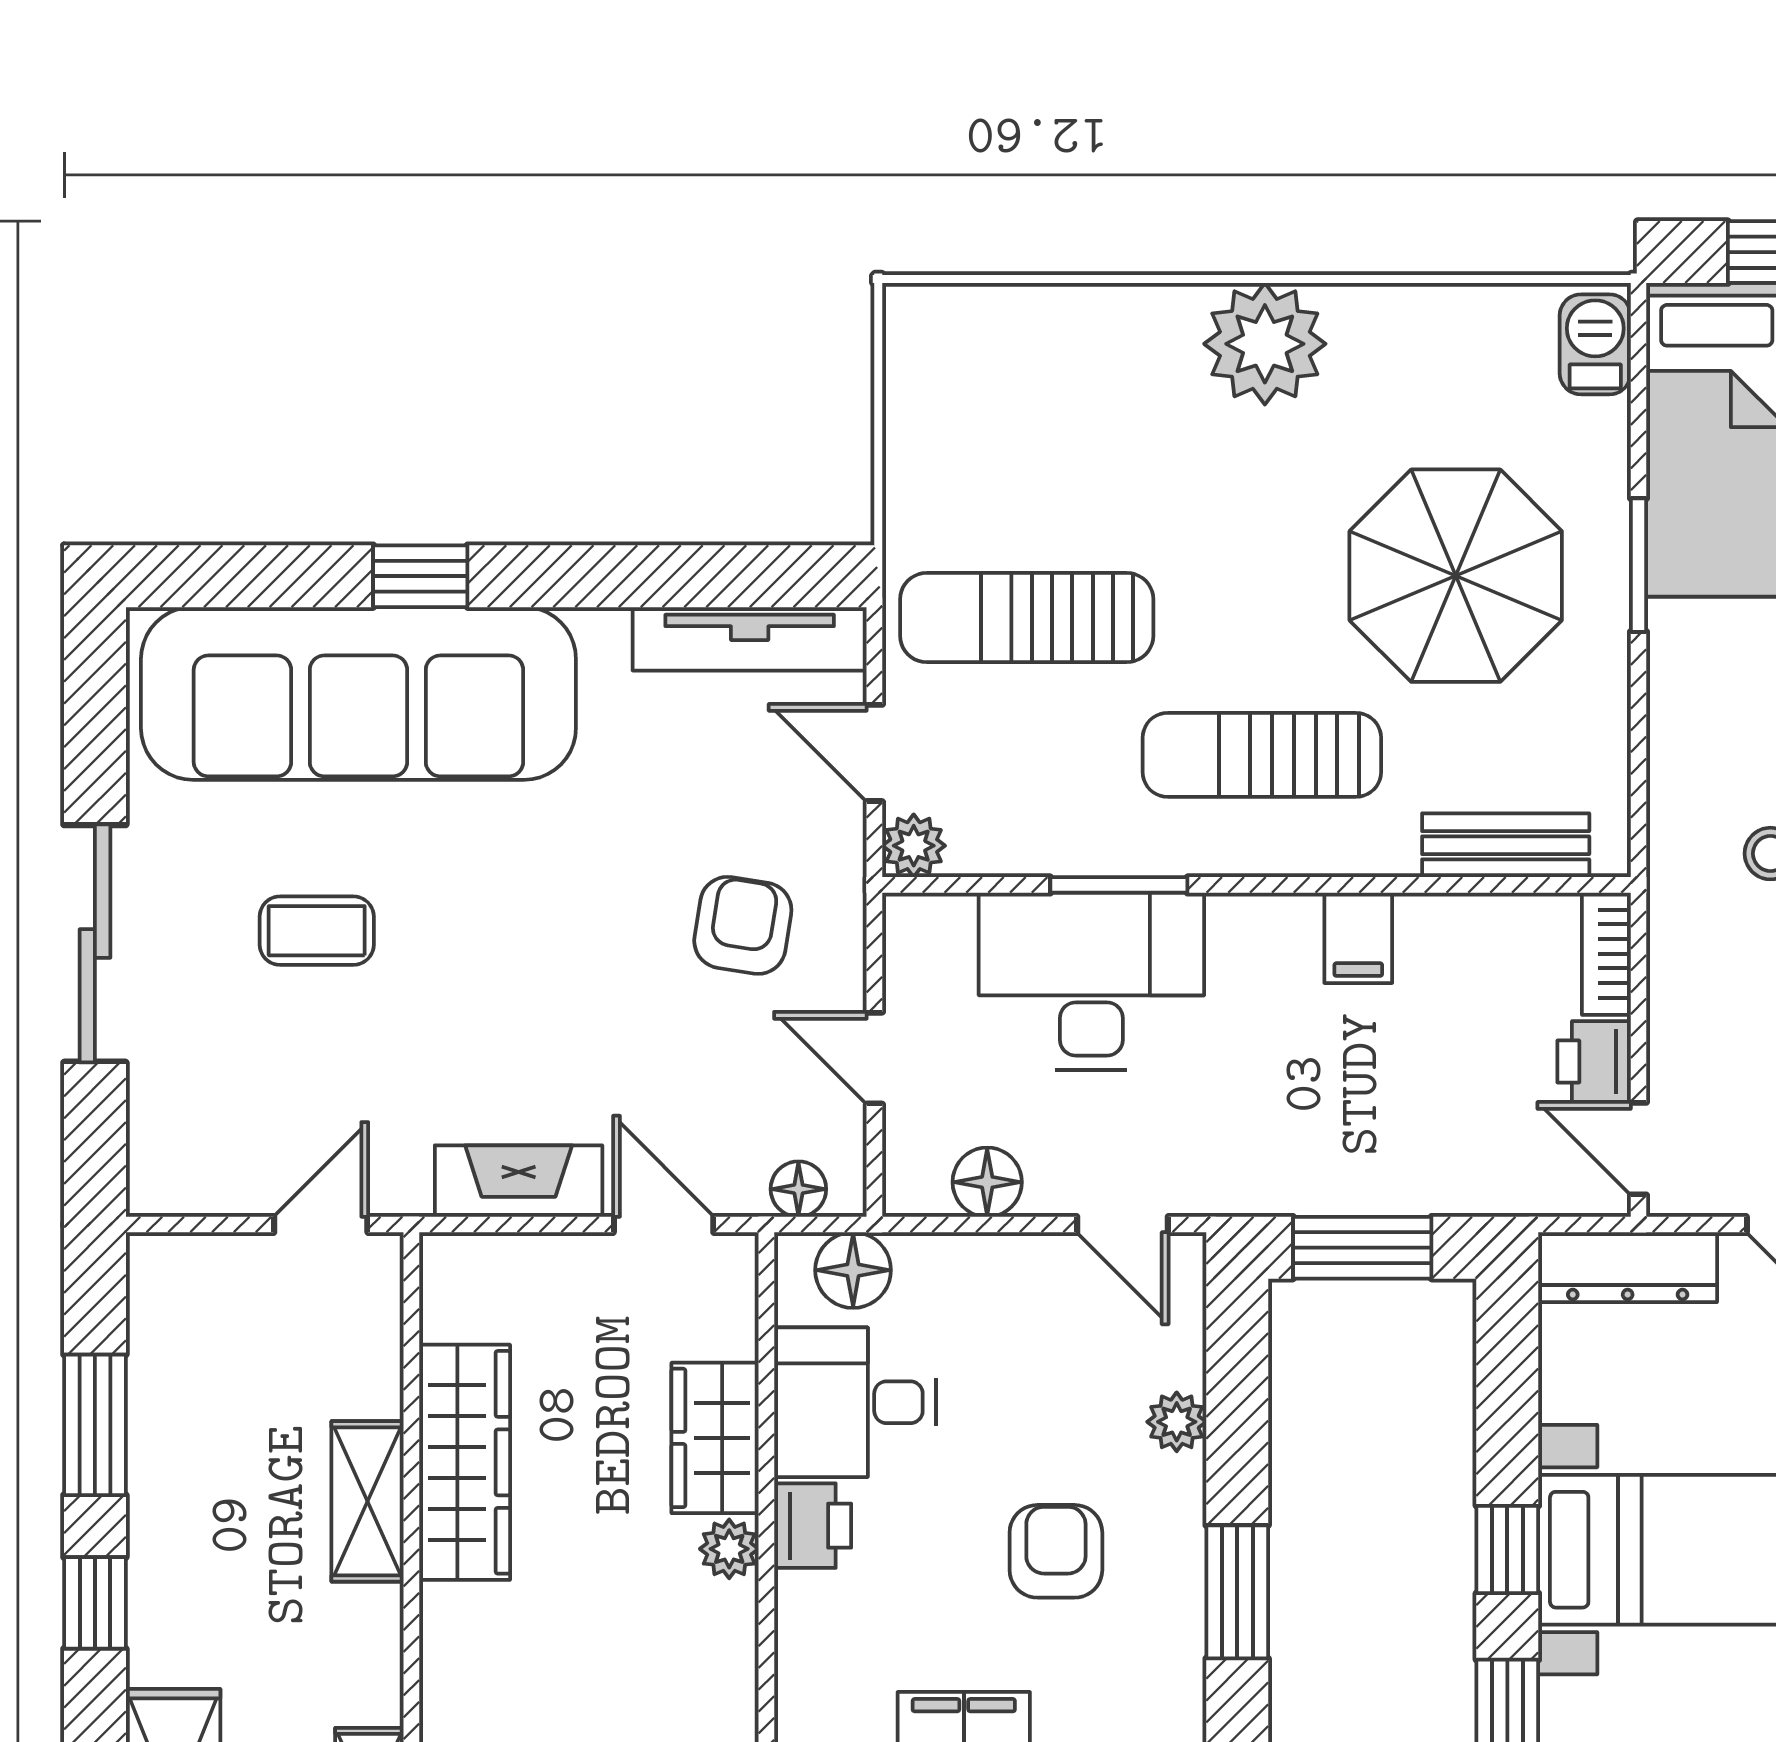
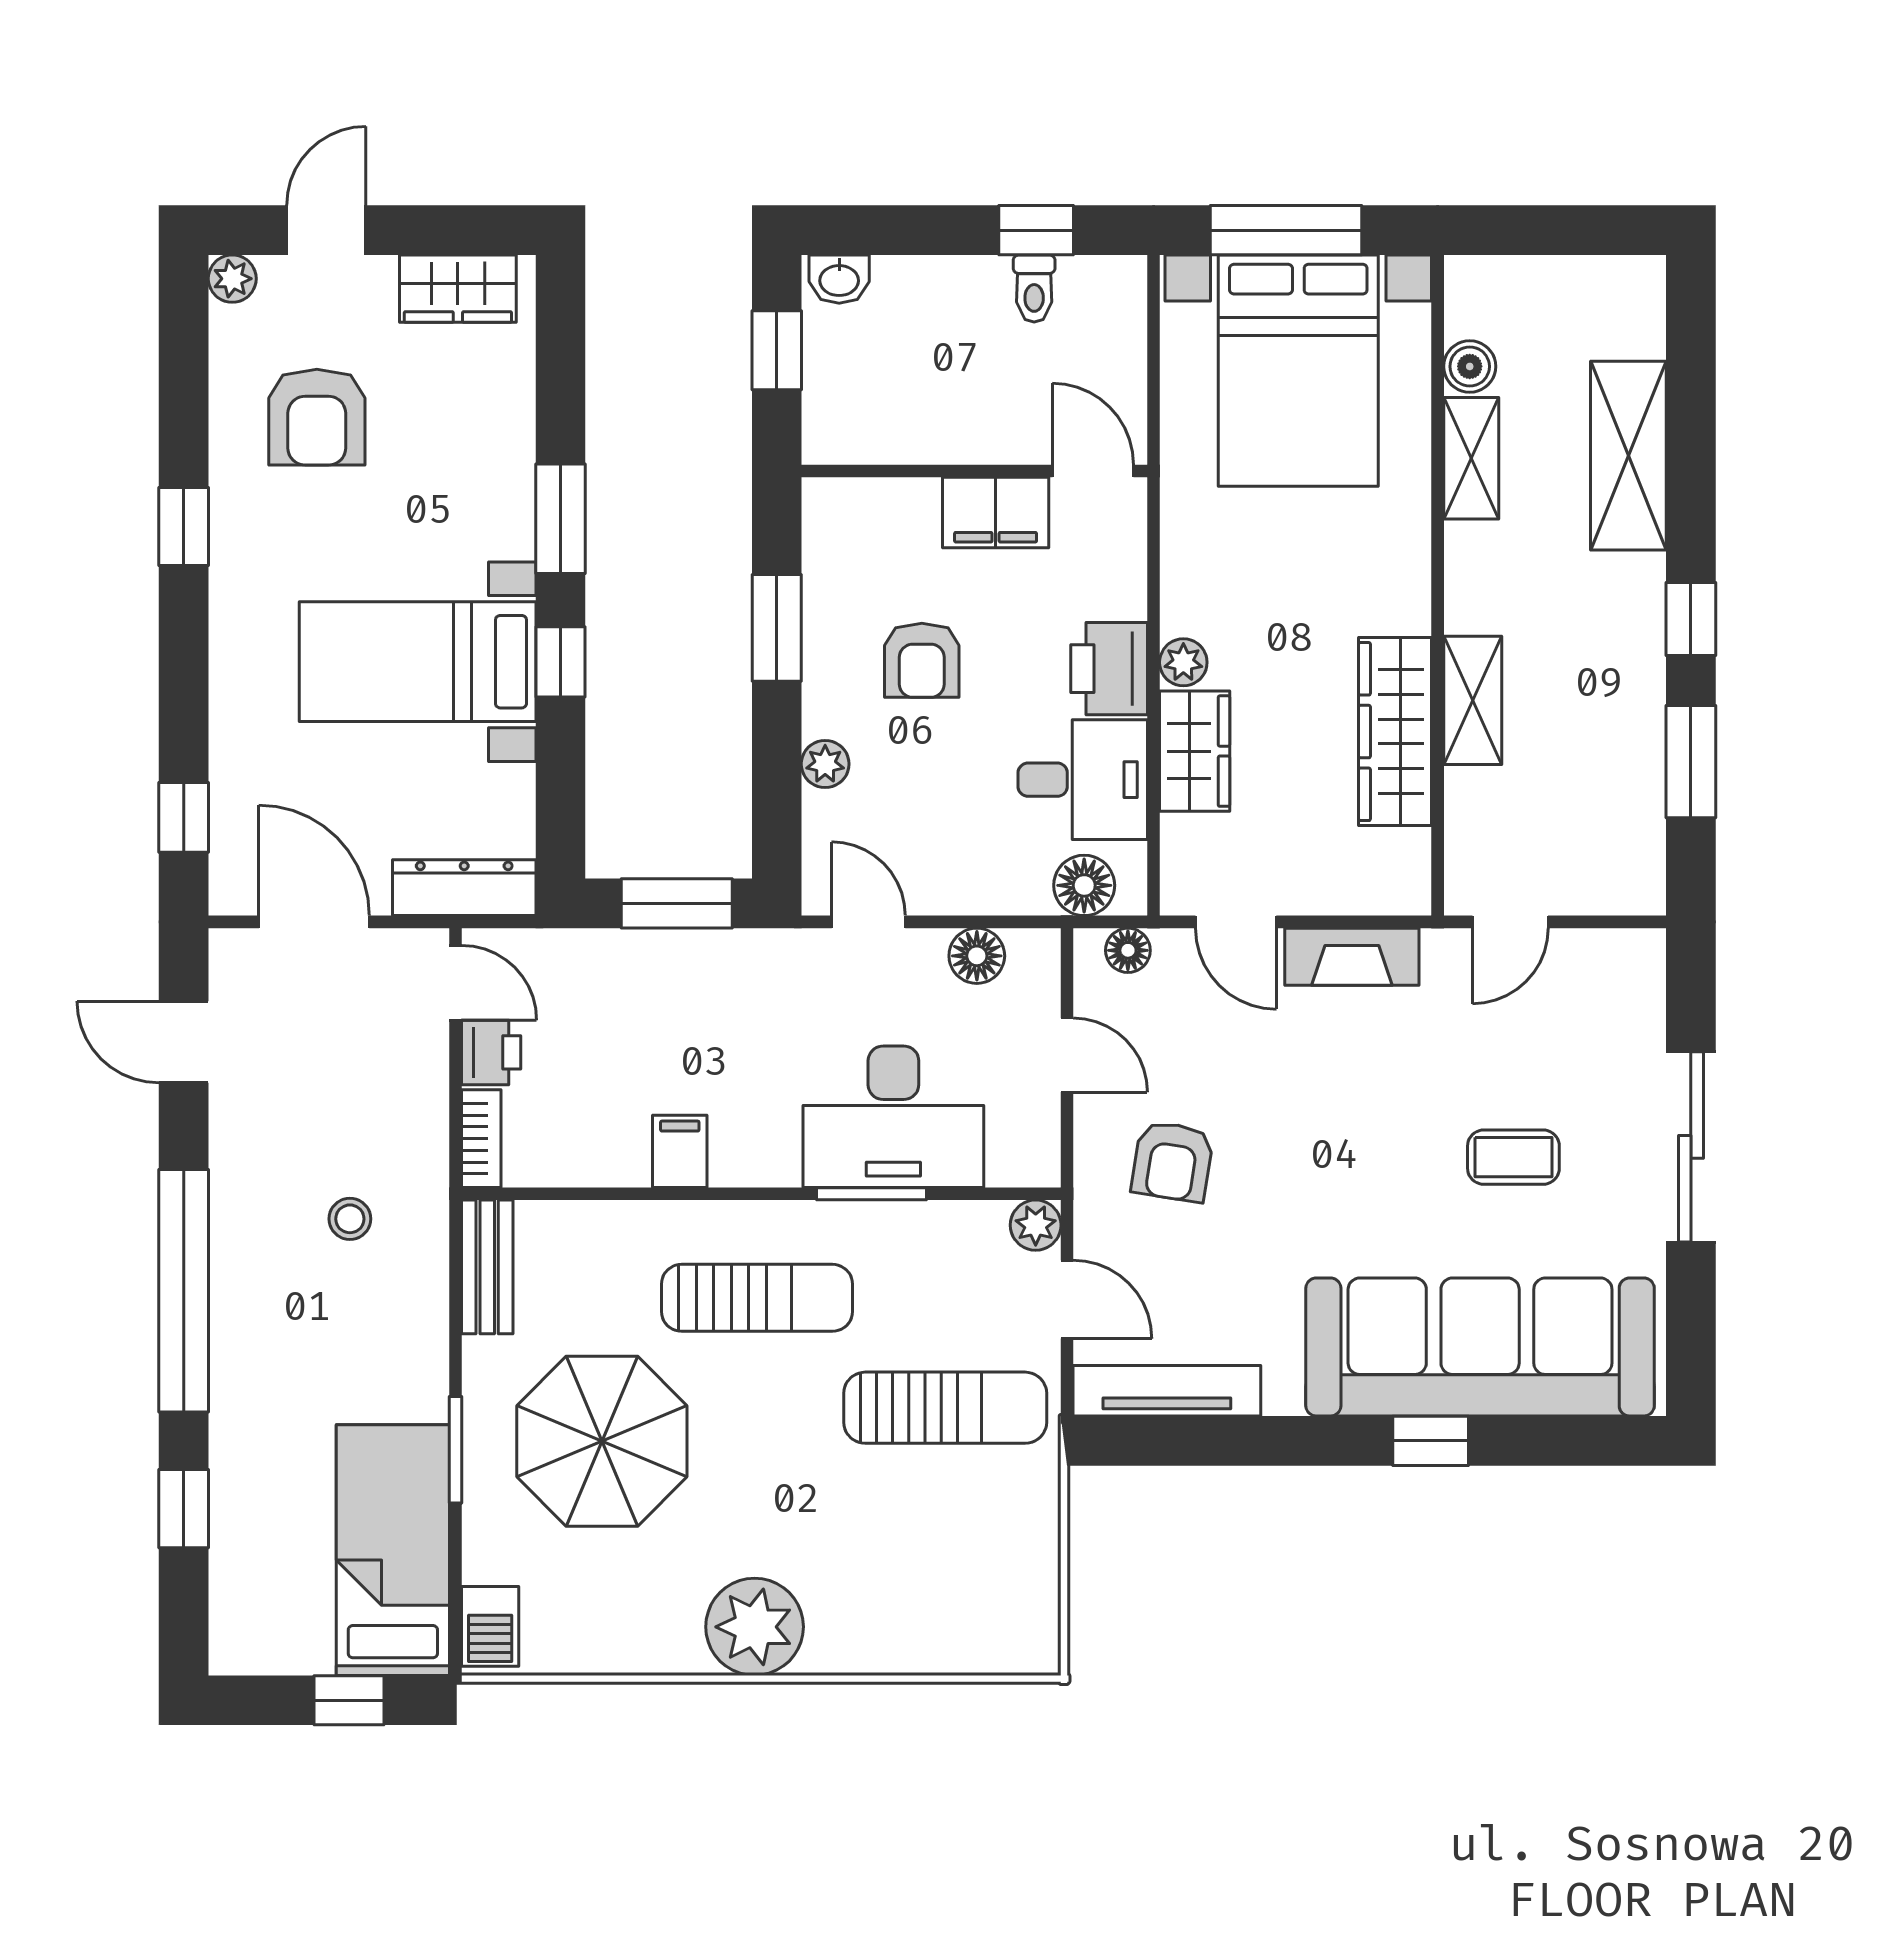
bench: (1506, 845) -> (487, 1267), moved, turned 90
printer: (813, 1526) -> (1109, 669), width x1.36, depth x1.24

